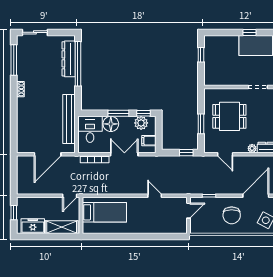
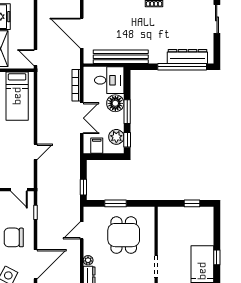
door: (256, 196) -> (35, 264), hinge flipped

